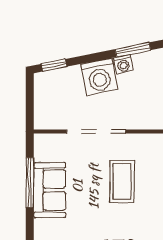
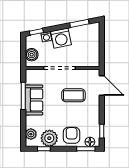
washing machine: (123, 64) -> (46, 37), moved
boiler: (45, 107) -> (32, 55), added
coffee table: (122, 182) -> (73, 95), turned 90

